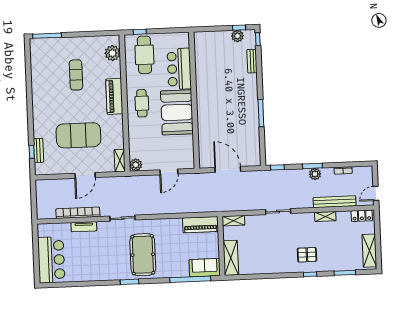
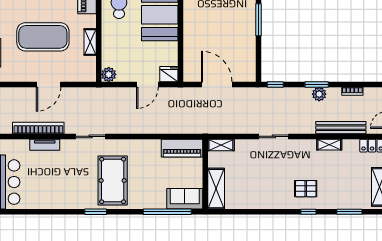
shelving: (120, 160) -> (90, 42), moved
fridge: (187, 162) -> (169, 74), added

